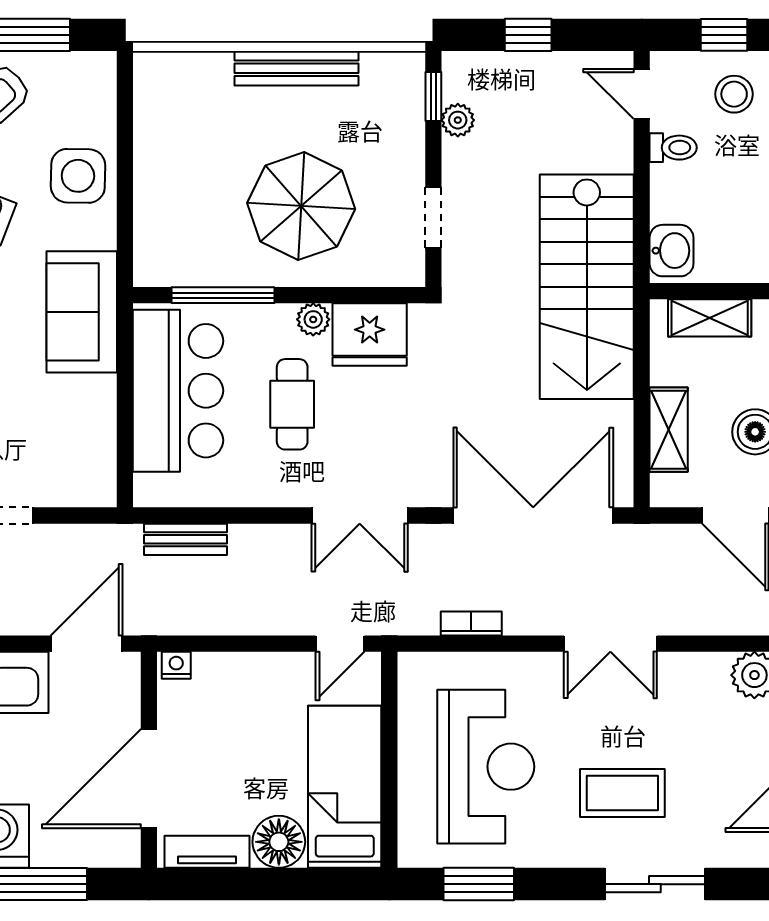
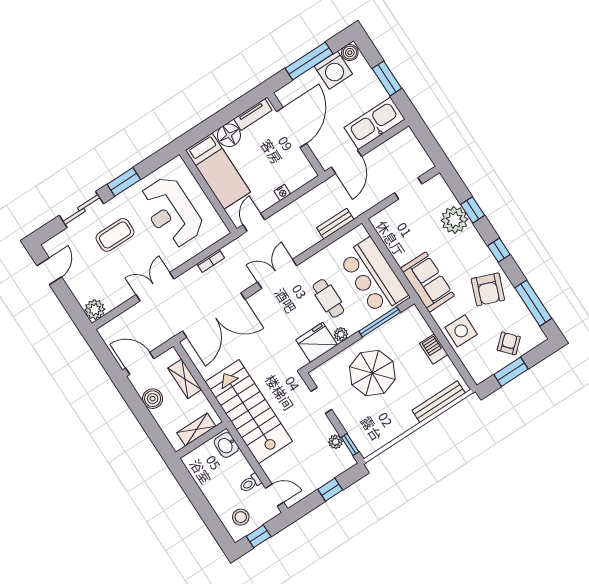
bench: (297, 68) -> (439, 402), moved
barbecue: (153, 175) -> (434, 349), added
nightstand: (176, 665) -> (282, 193), moved
window: (479, 884) -> (124, 182), moved

